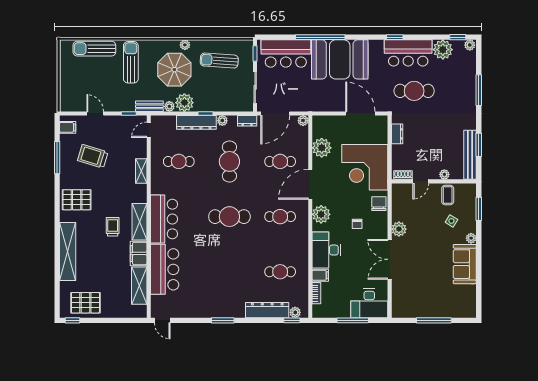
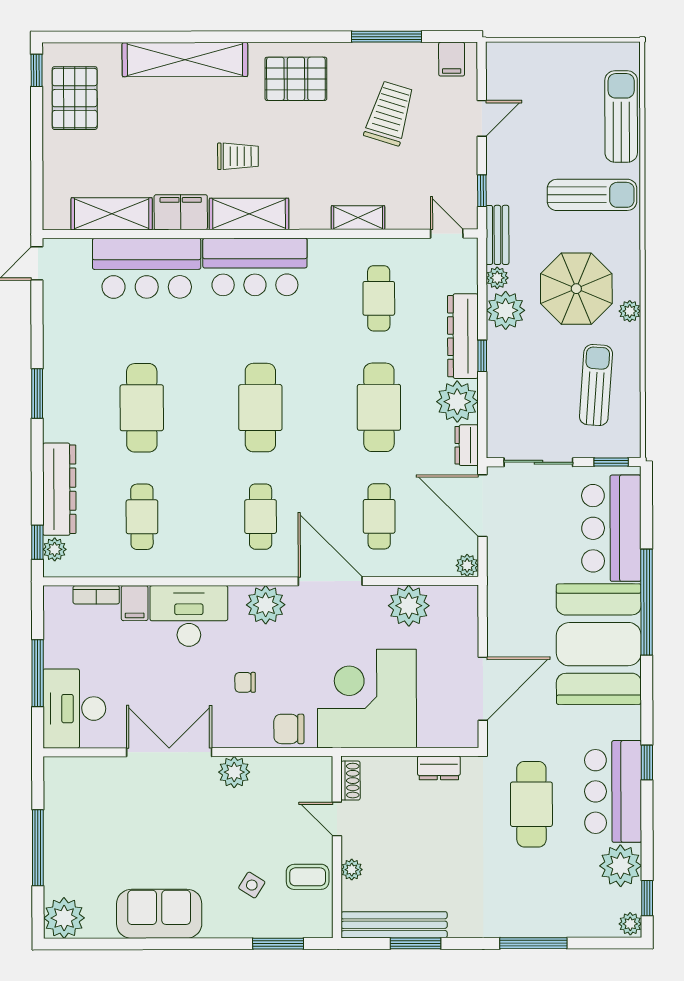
plant: (222, 121) -> (457, 402), width x1.87, depth x1.87
cafe table: (229, 161) -> (379, 407), turned 90
pallet: (77, 200) -> (296, 79), turned 90
chair: (379, 204) -> (289, 729), turned 180
plant: (471, 238) -> (64, 918), moved, width x1.87, depth x1.87
cafe table: (229, 272) -> (142, 408), added

